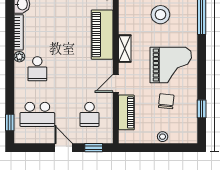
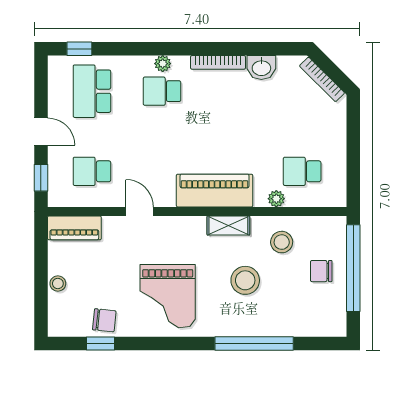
shelving: (125, 49) -> (228, 225), moved
plant: (19, 57) -> (163, 64), moved
chair: (166, 101) -> (104, 320), moved
piano: (126, 112) -> (74, 228), moved
door: (64, 148) -> (41, 132), hinge flipped

